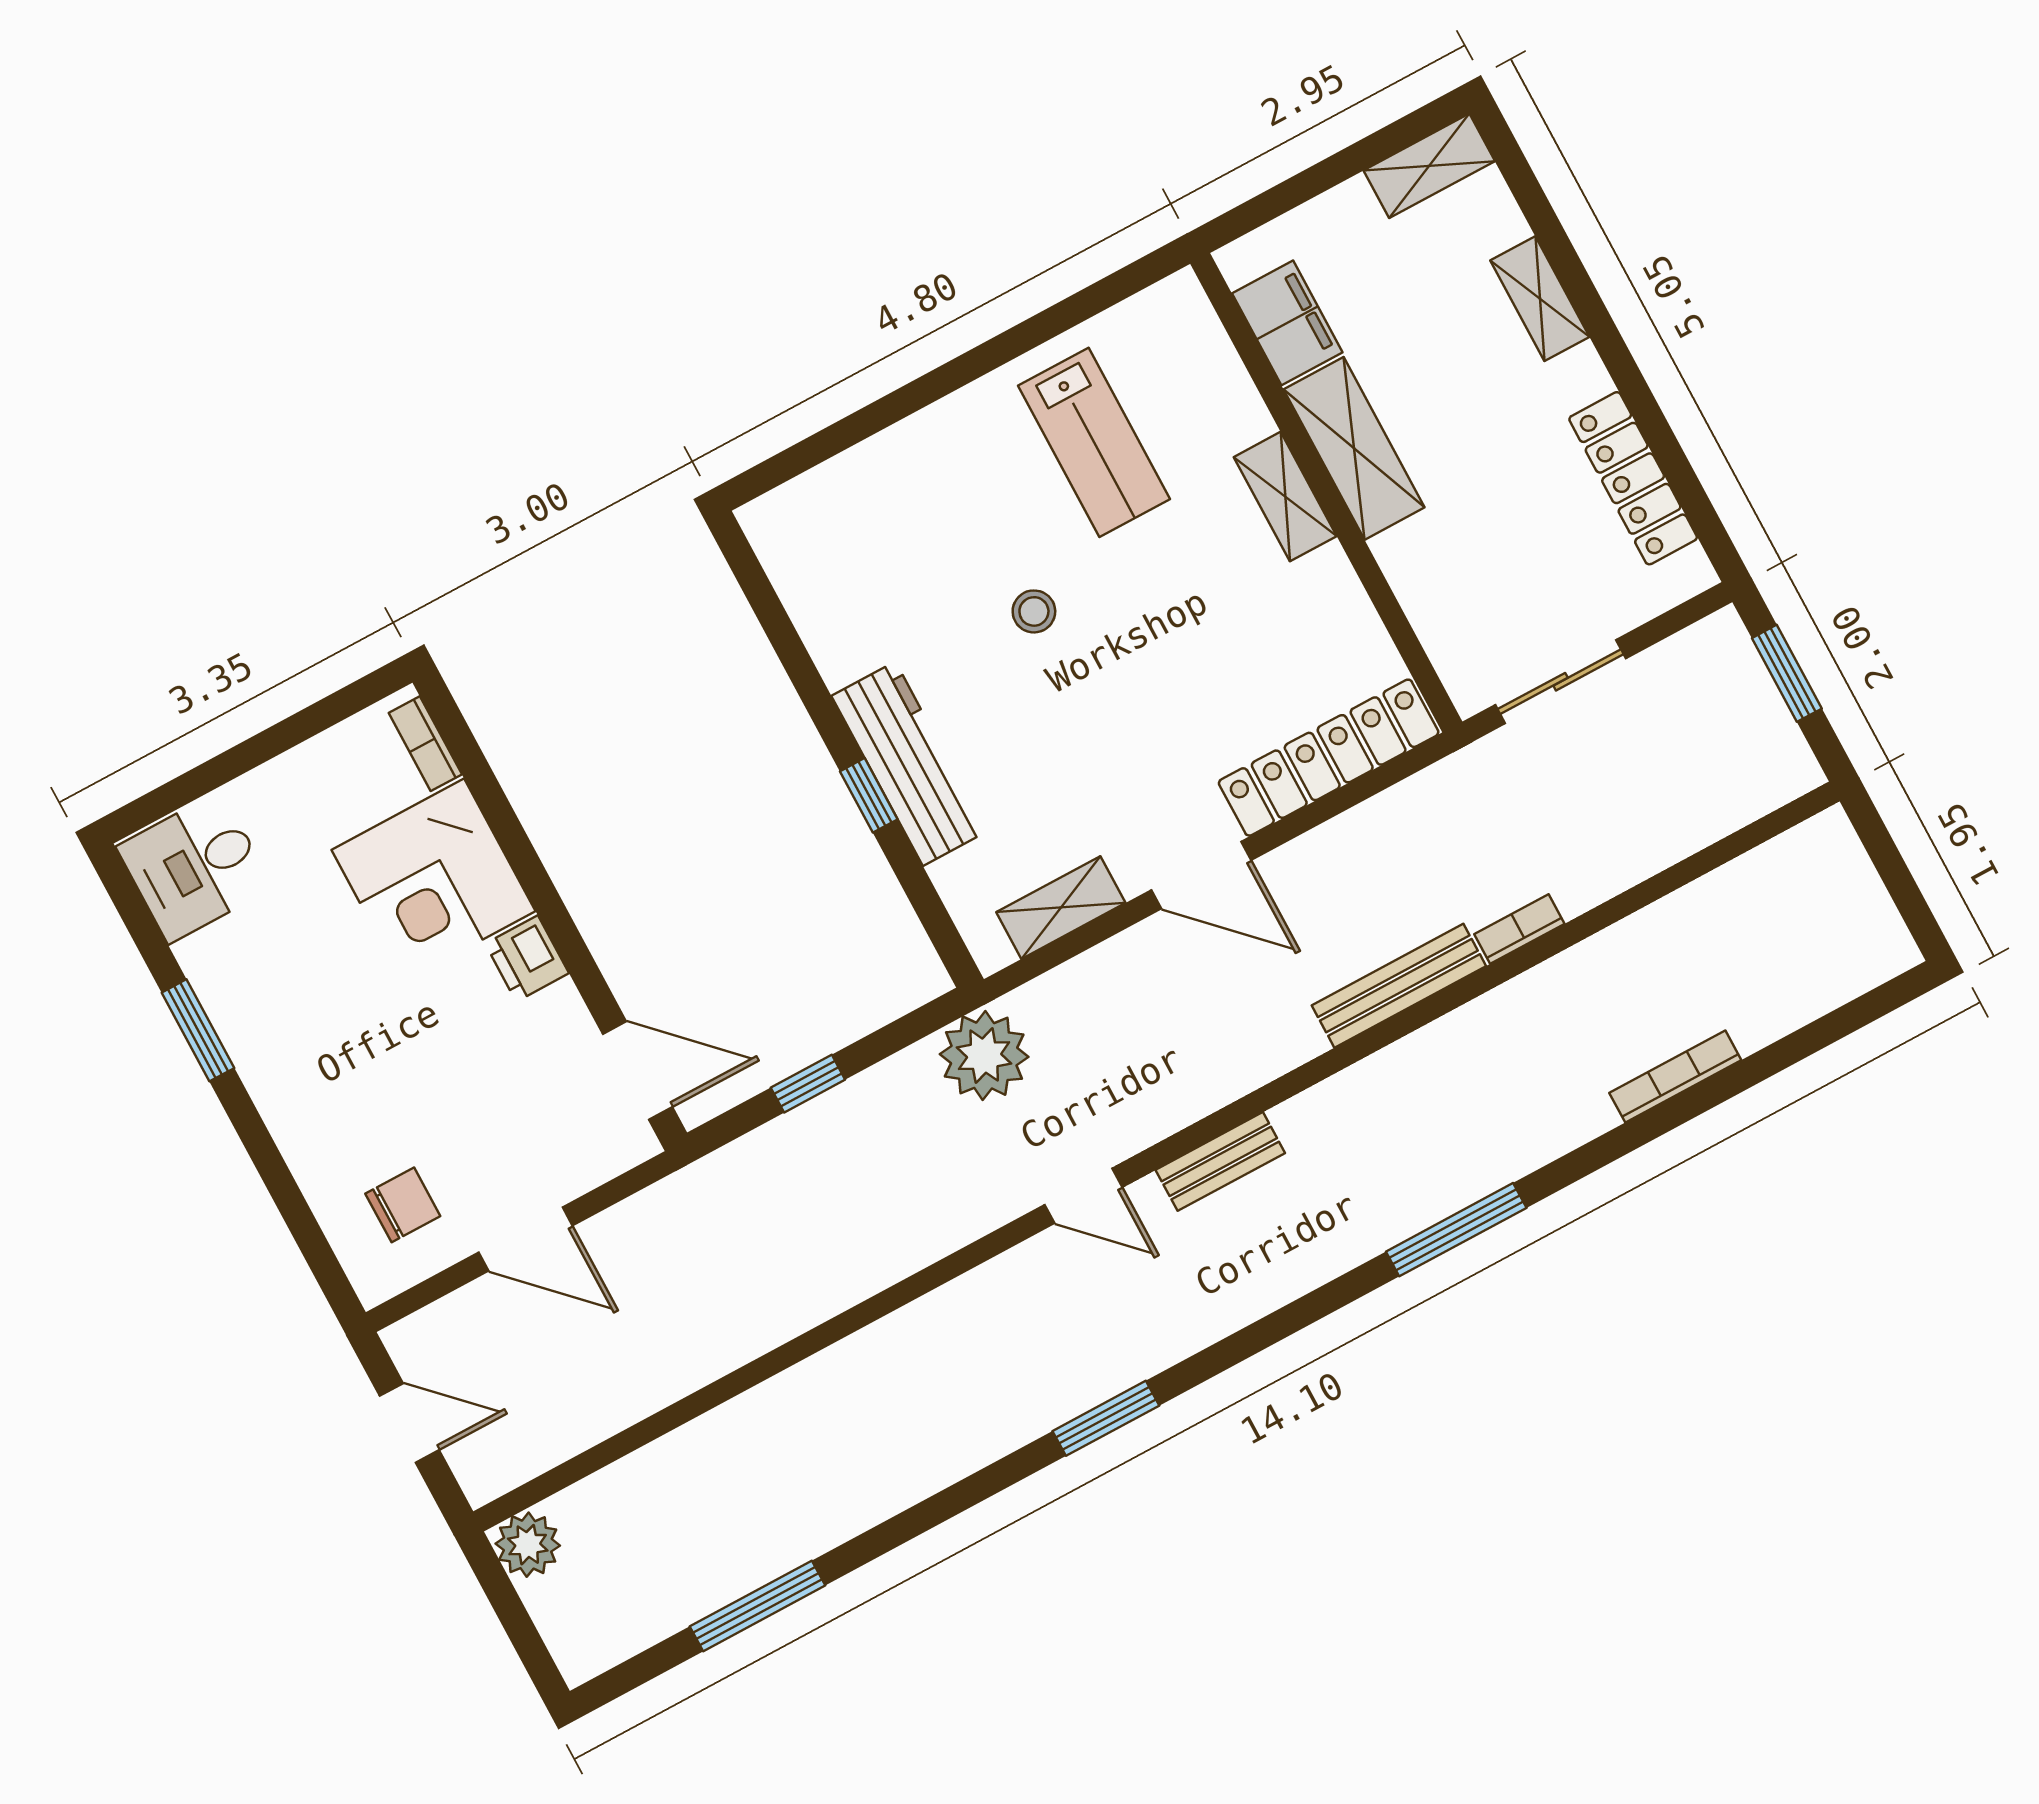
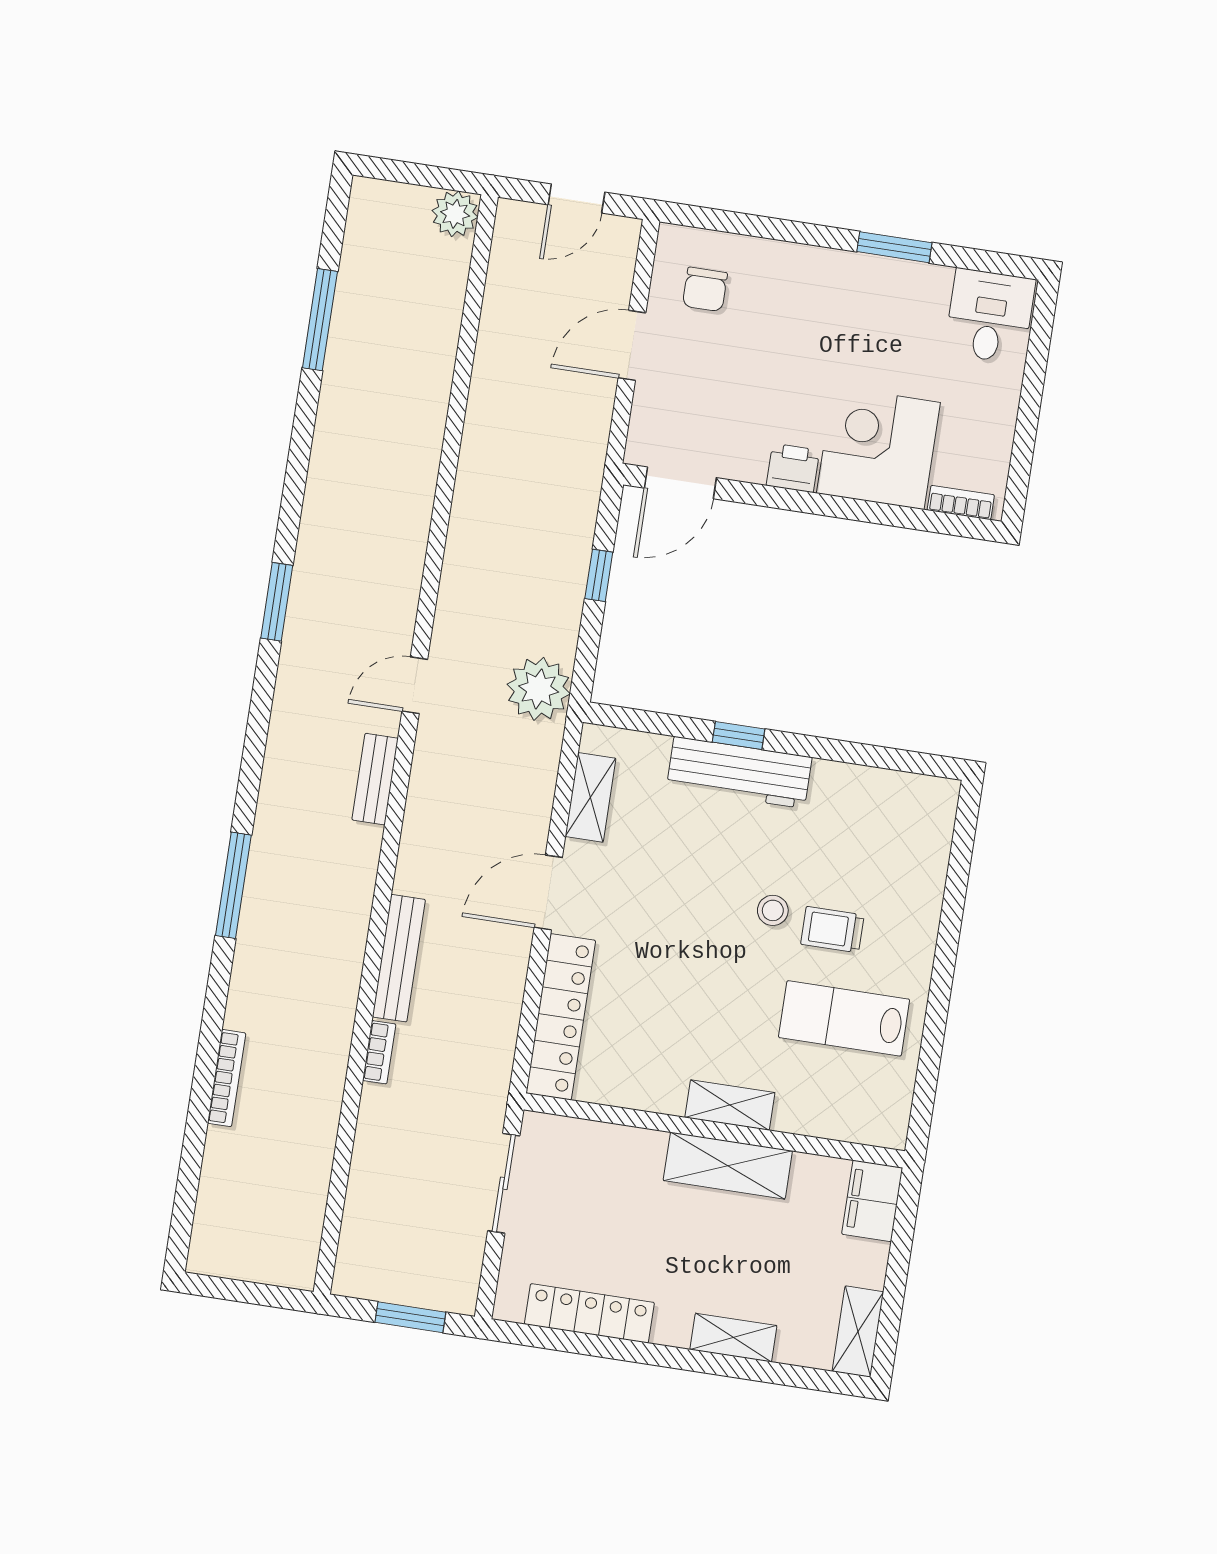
filing cabinet: (1287, 323) -> (872, 1201), moved, turned 90
trolley: (1005, 529) -> (832, 930), added

